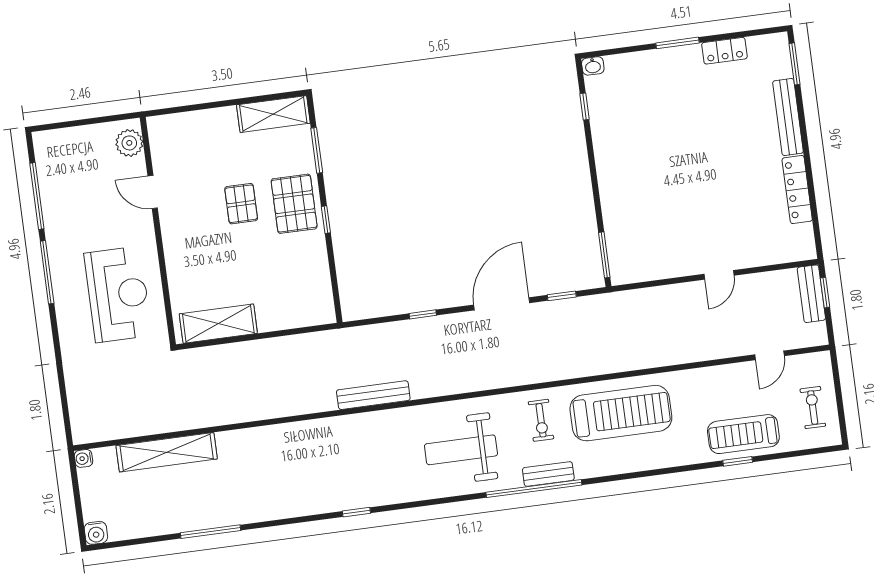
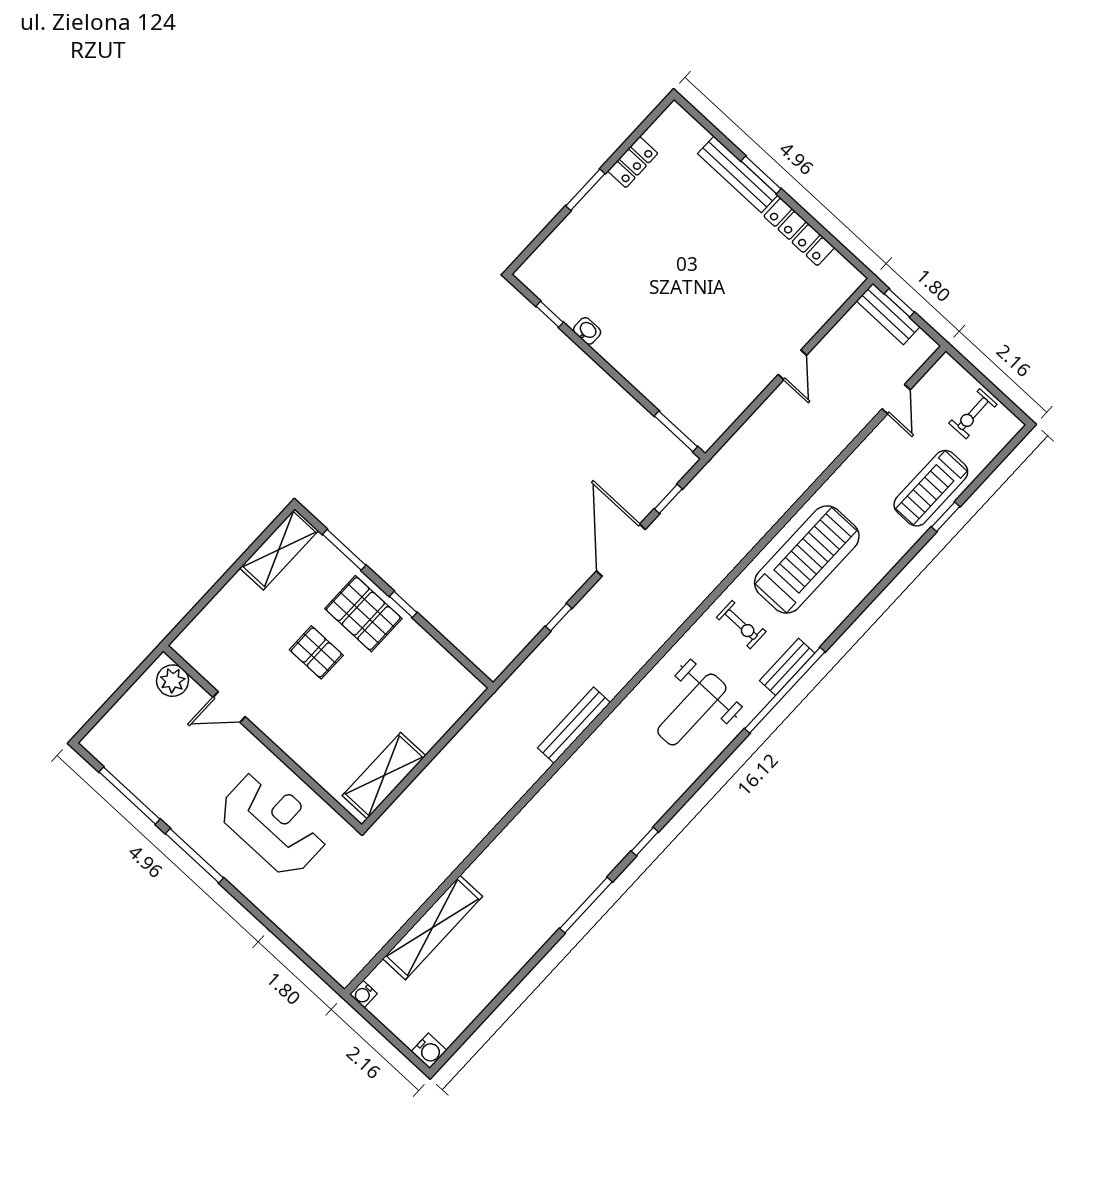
window: (794, 64) -> (761, 175), moved
washbasin: (593, 66) -> (587, 331), moved, turned -90
exercise bike: (813, 408) -> (973, 414), turned -91
window: (211, 532) -> (586, 905), moved

